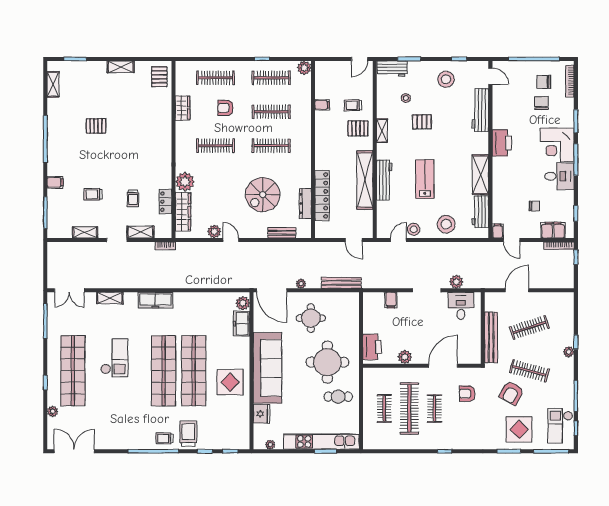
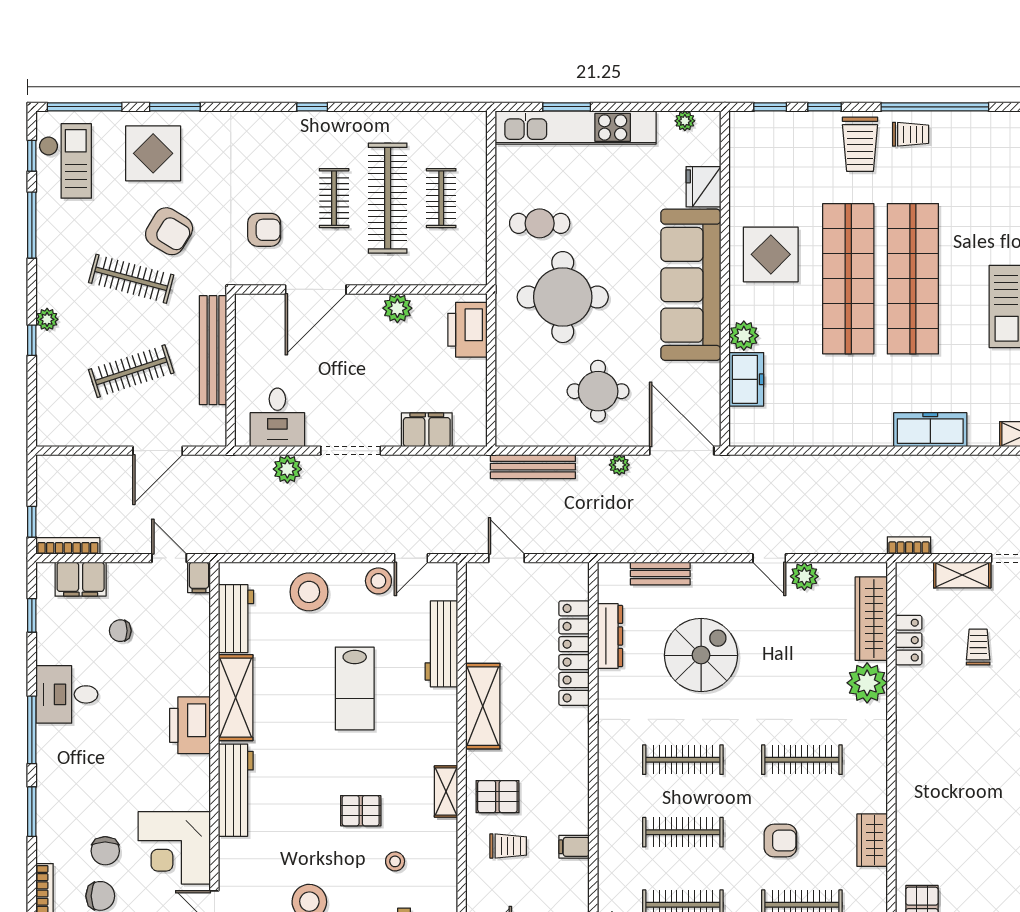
workbench: (480, 110) -> (236, 790), moved
printer: (502, 143) -> (190, 725), moved
corner desk: (557, 145) -> (174, 848), moved, turned 180
shelving: (365, 180) -> (483, 706), width x0.68
workbench: (384, 180) -> (441, 644), moved
filing cabinet: (391, 300) -> (427, 430), width x2.00
plant: (243, 303) -> (744, 336), moved
armchair: (512, 393) -> (169, 231), turned 92

